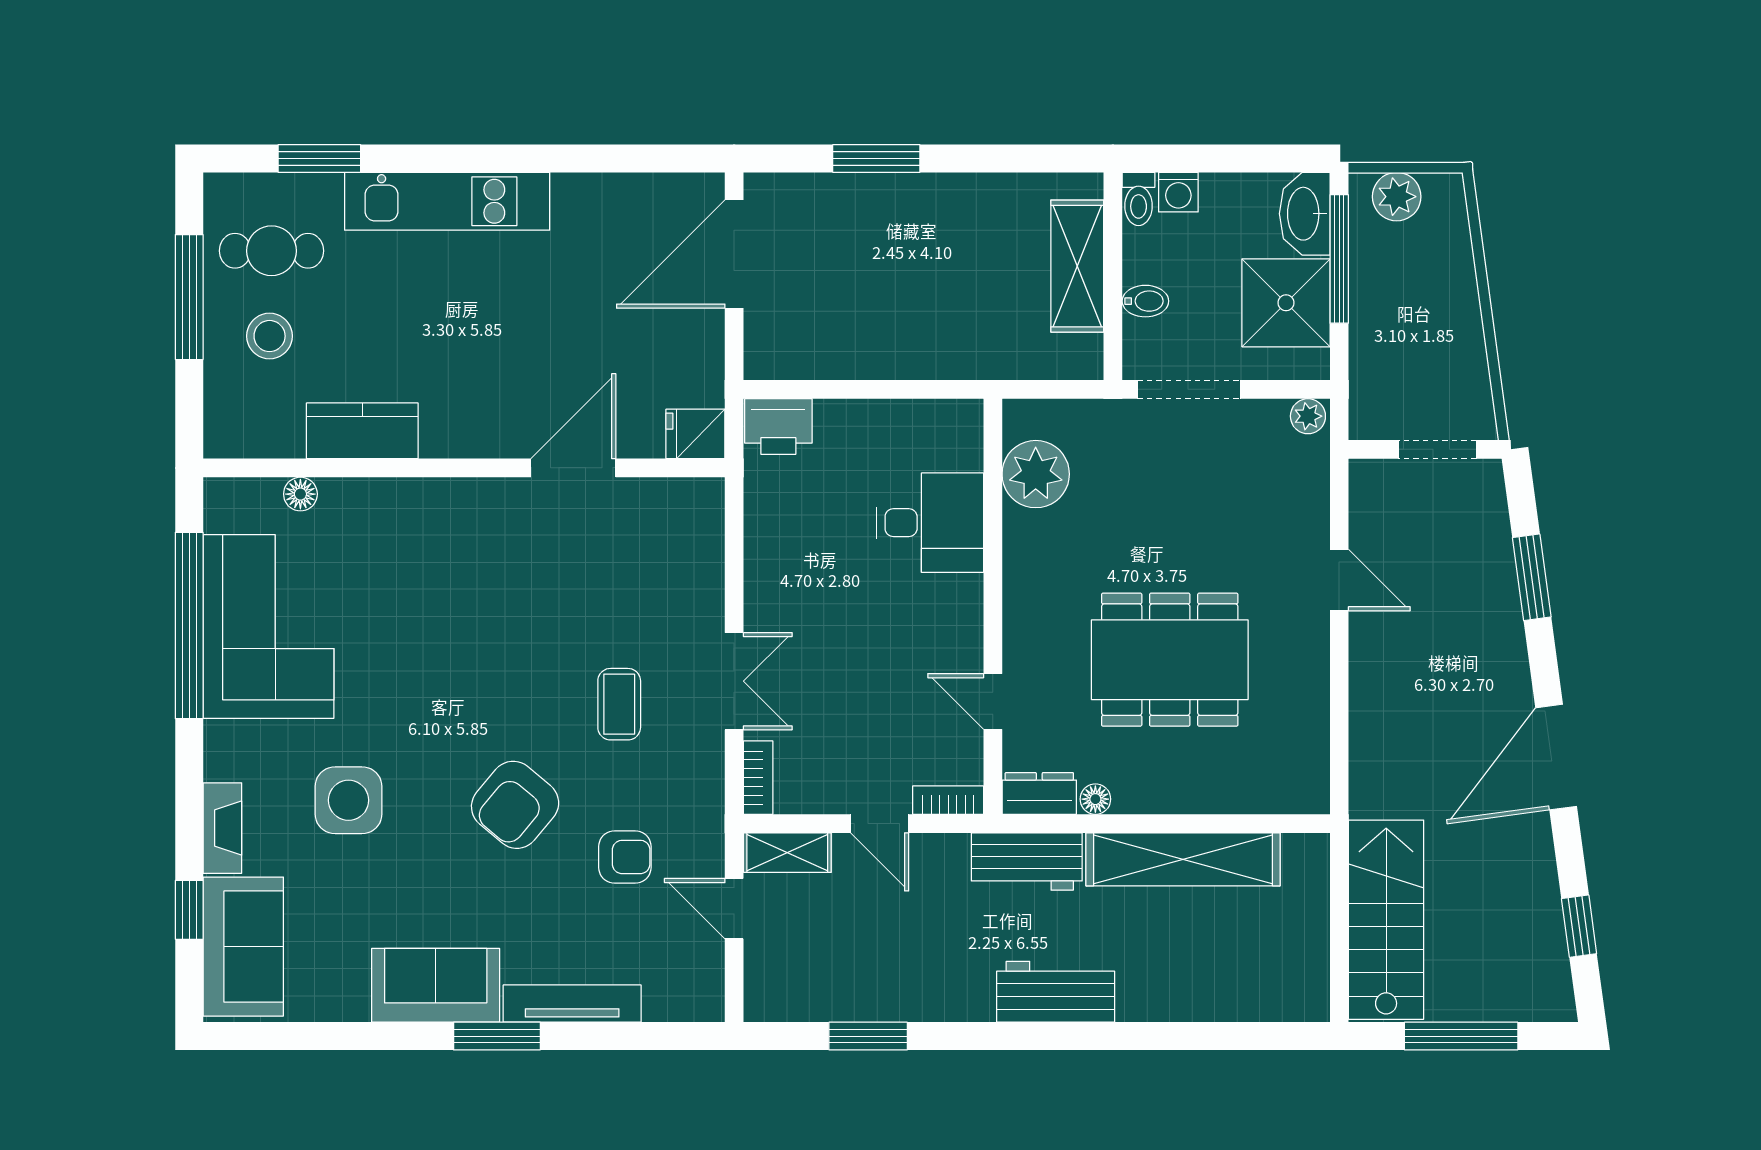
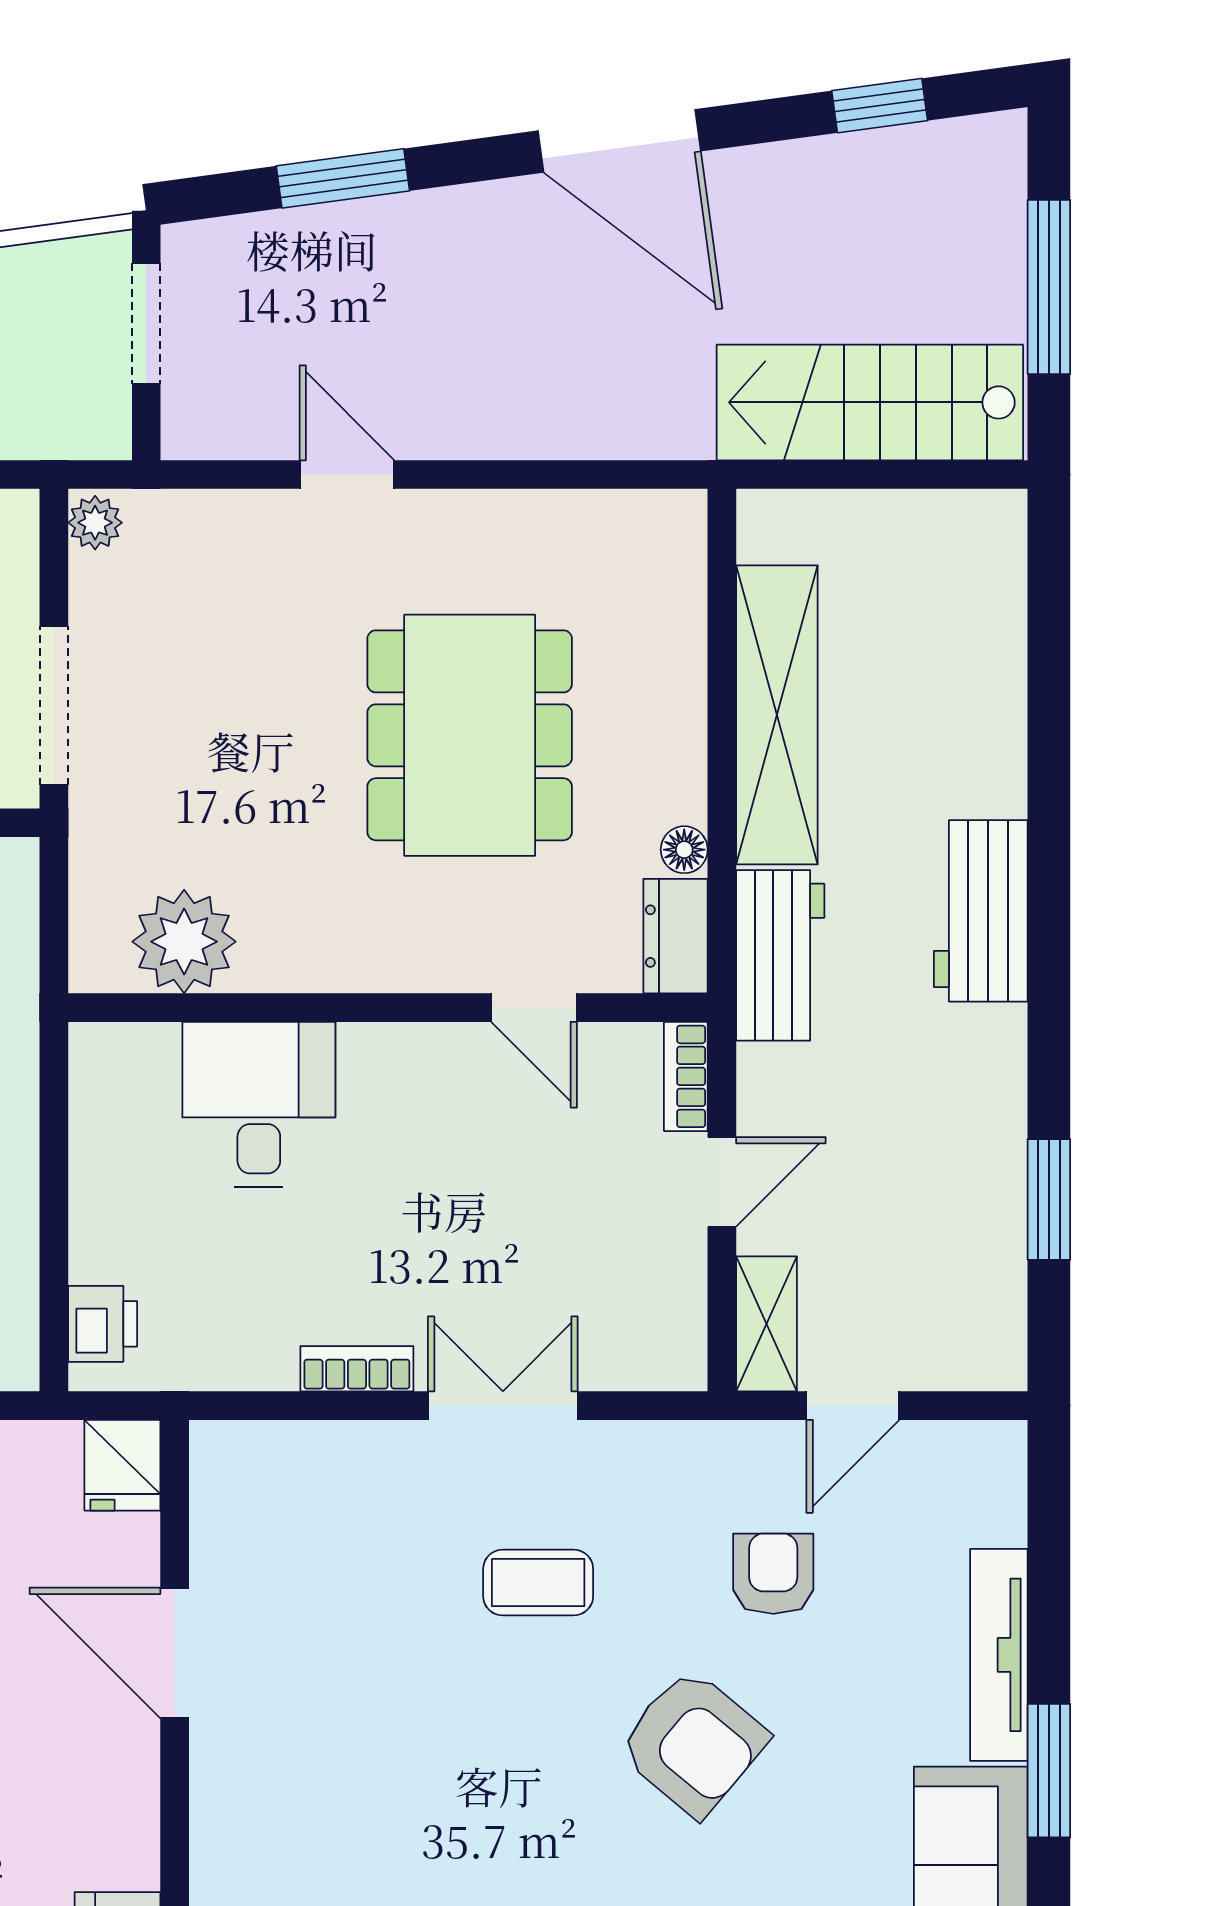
printer: (778, 427) -> (103, 1324), width x0.73, depth x0.81
door: (1339, 580) -> (347, 475), hinge flipped
door: (993, 701) -> (534, 1008), hinge flipped
bookcase: (758, 778) -> (357, 1369), moved

